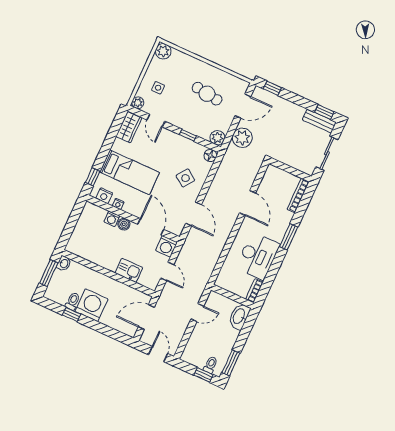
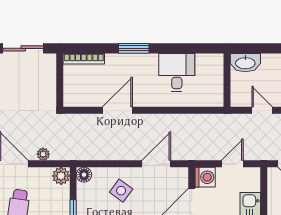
plant: (242, 138) -> (43, 154), width x0.53, depth x0.53
desk: (258, 256) -> (177, 73), width x0.73
bookcase: (254, 291) -> (210, 59), removed

